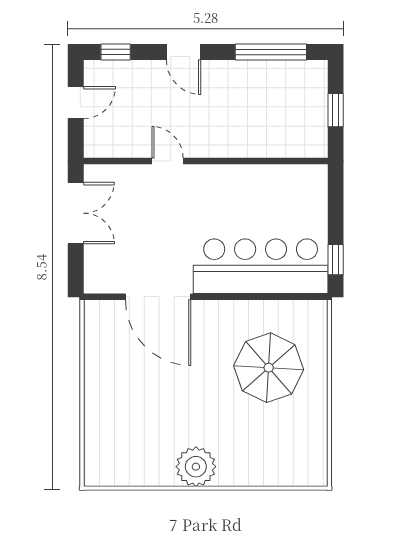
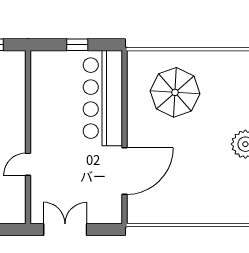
window: (336, 260) -> (77, 45), moved

